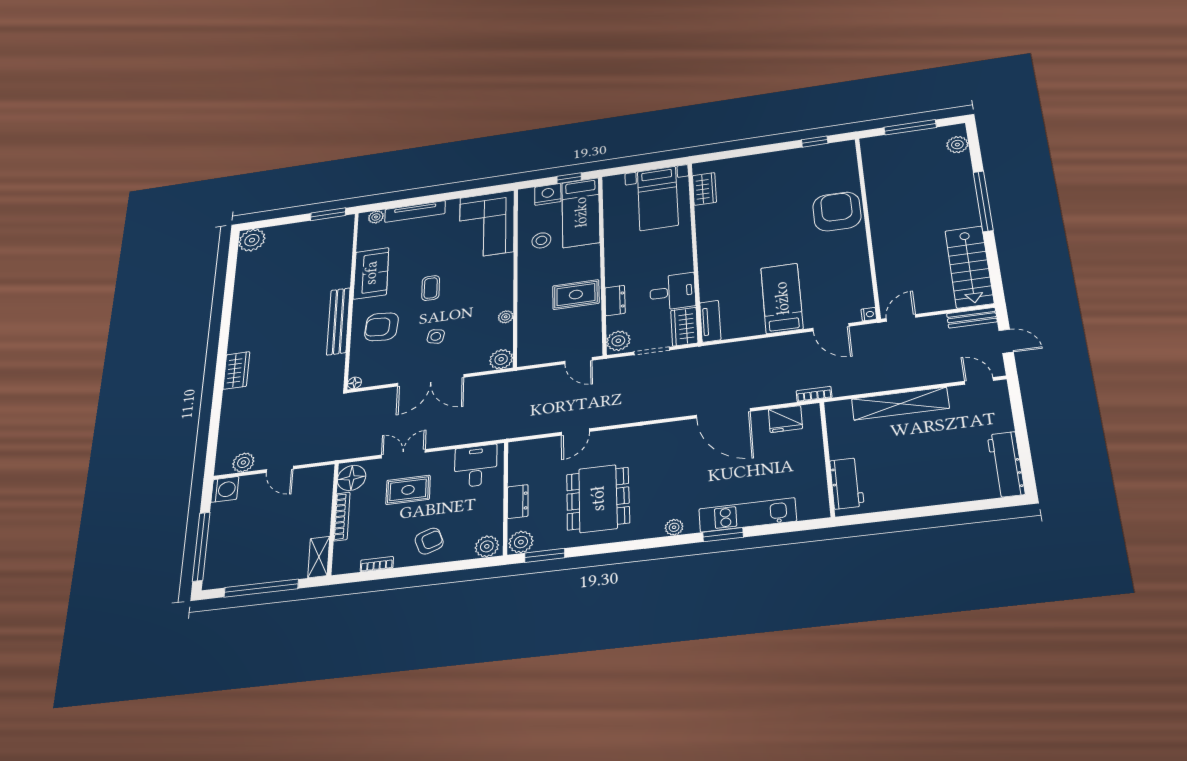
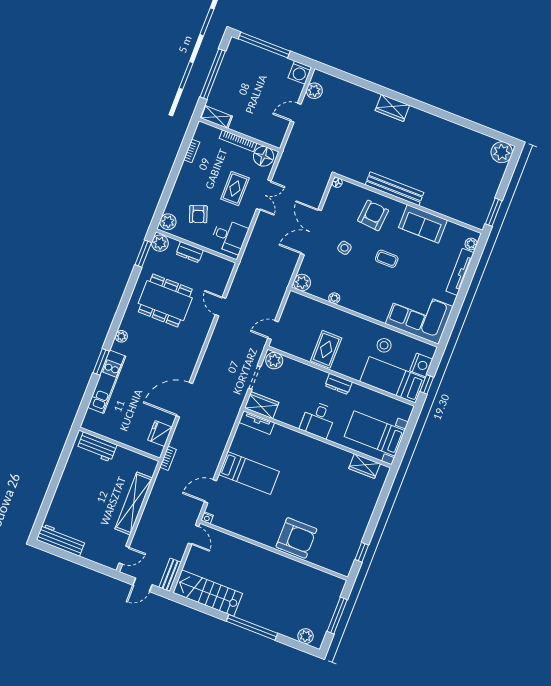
desk: (673, 292) -> (318, 420), moved
dresser: (615, 300) -> (339, 384), moved
armchair: (429, 541) -> (198, 214), moved

